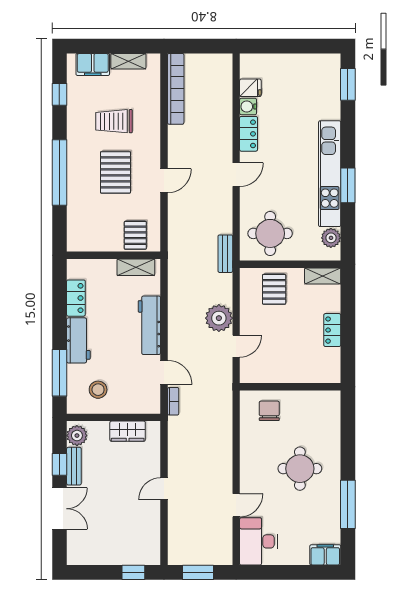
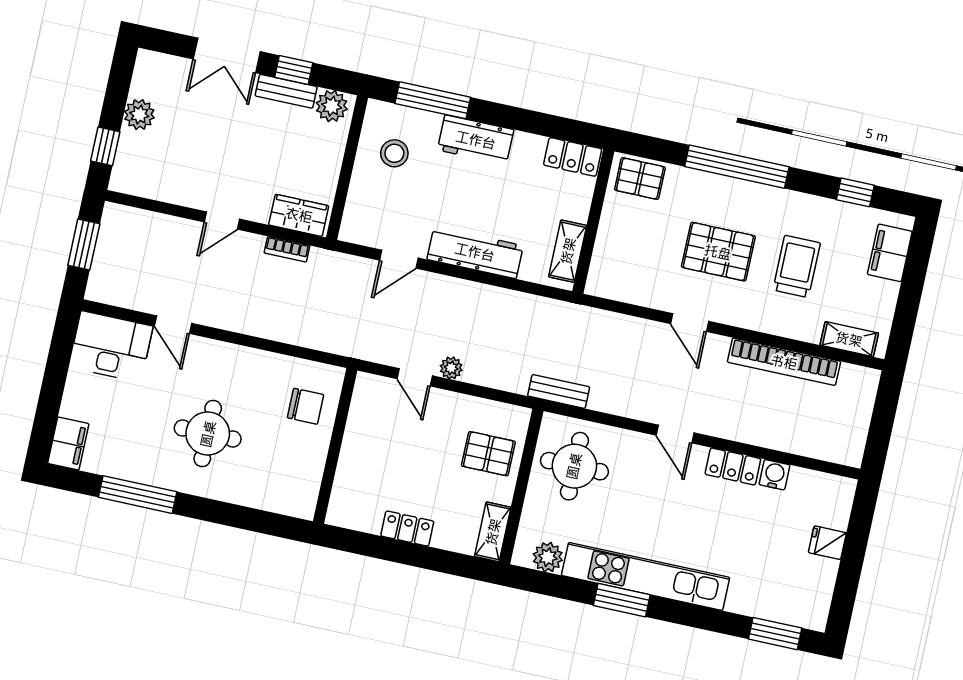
shelving: (128, 61) -> (849, 339), moved, turned 90
fridge: (250, 88) -> (827, 543), moved, turned 90
bookcase: (176, 89) -> (784, 362), moved
pallet: (135, 235) -> (640, 179), moved
locker: (76, 298) -> (573, 157), moved
plant: (219, 318) -> (451, 368), width x0.53, depth x0.53
bookcase: (173, 401) -> (287, 249), moved
wardrobe: (128, 431) -> (299, 215), moved, turned 90
door: (164, 489) -> (222, 221), swing flipped
plant: (109, 555) -> (139, 115), added

